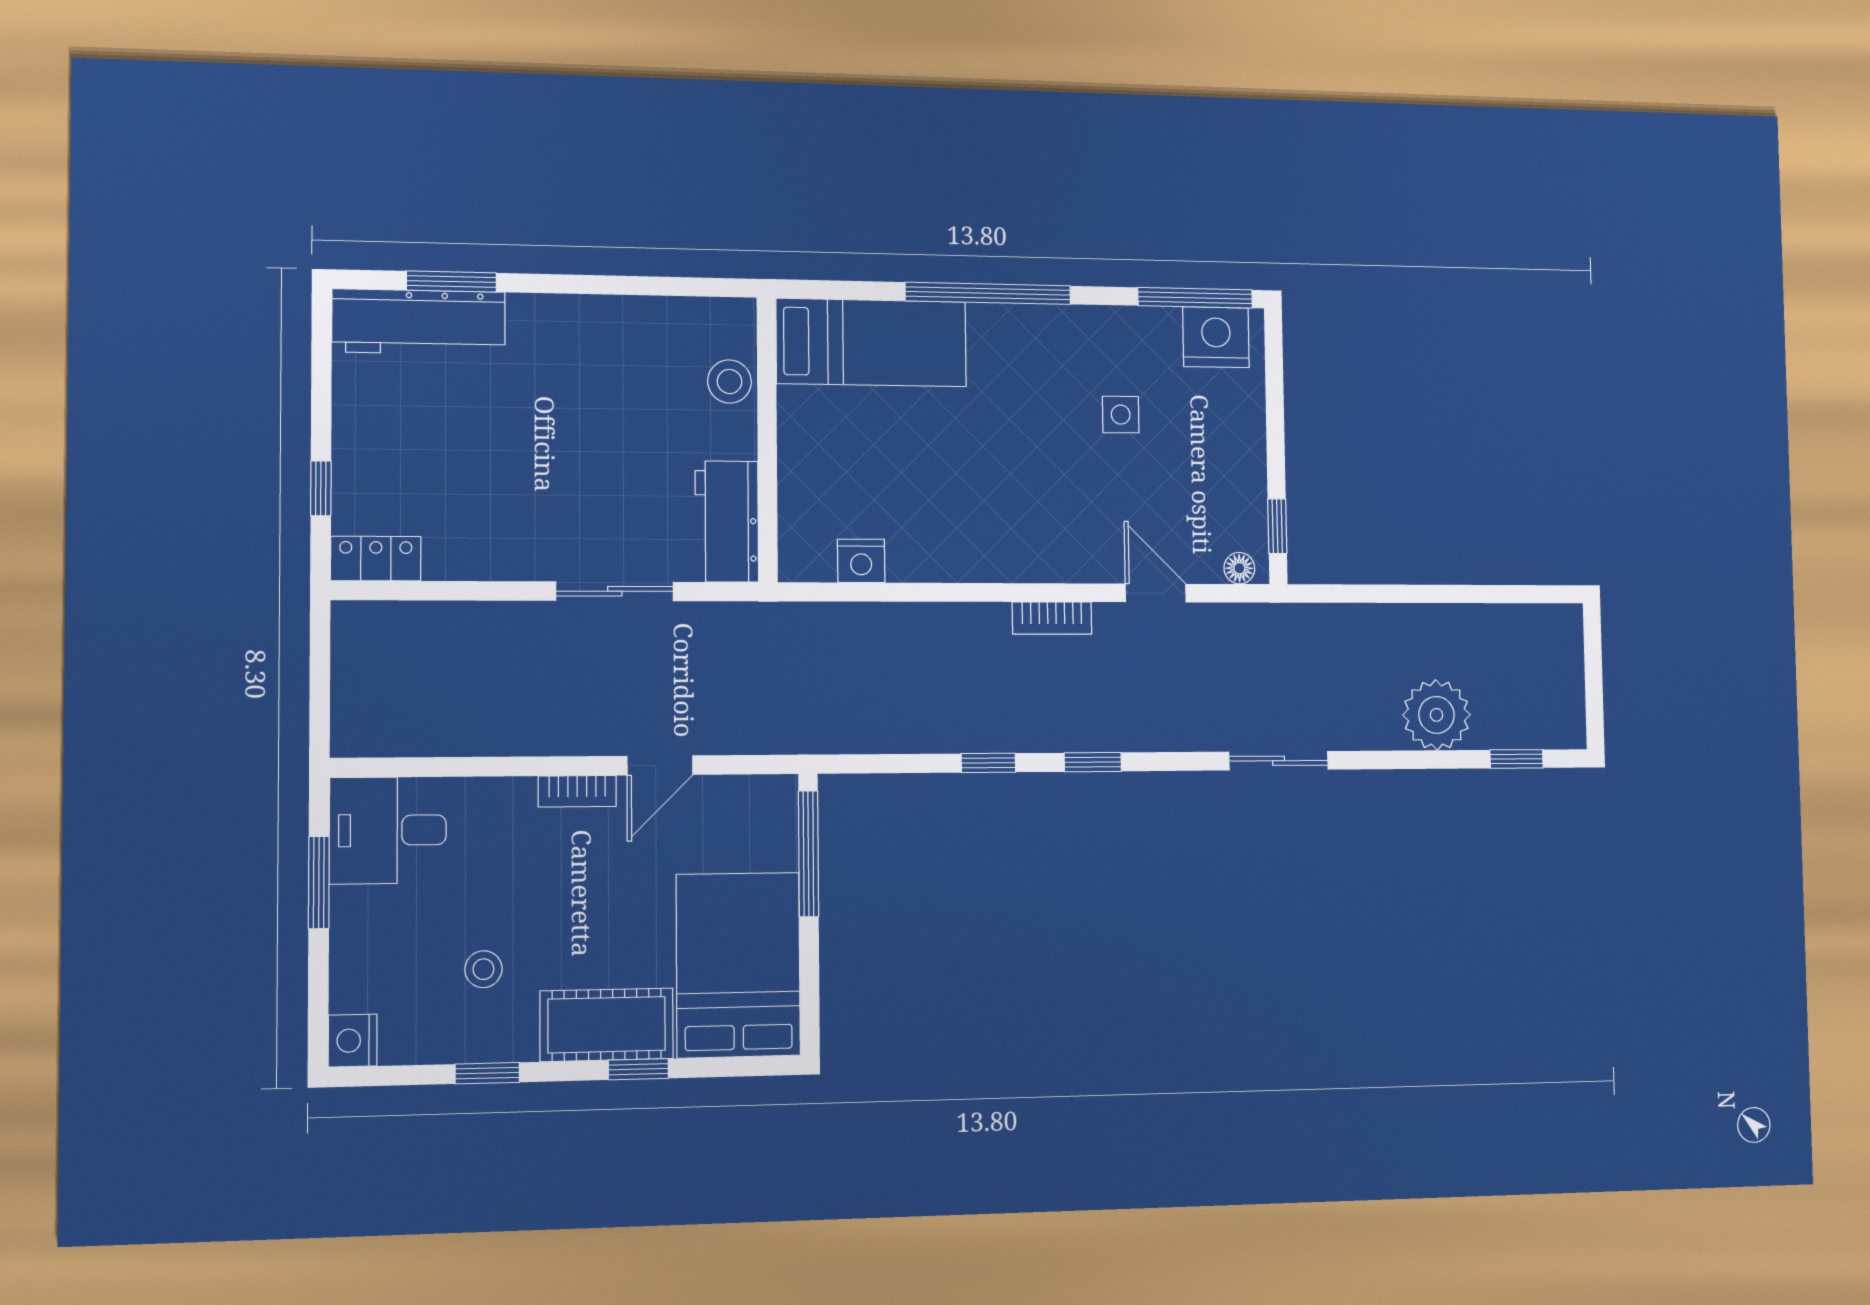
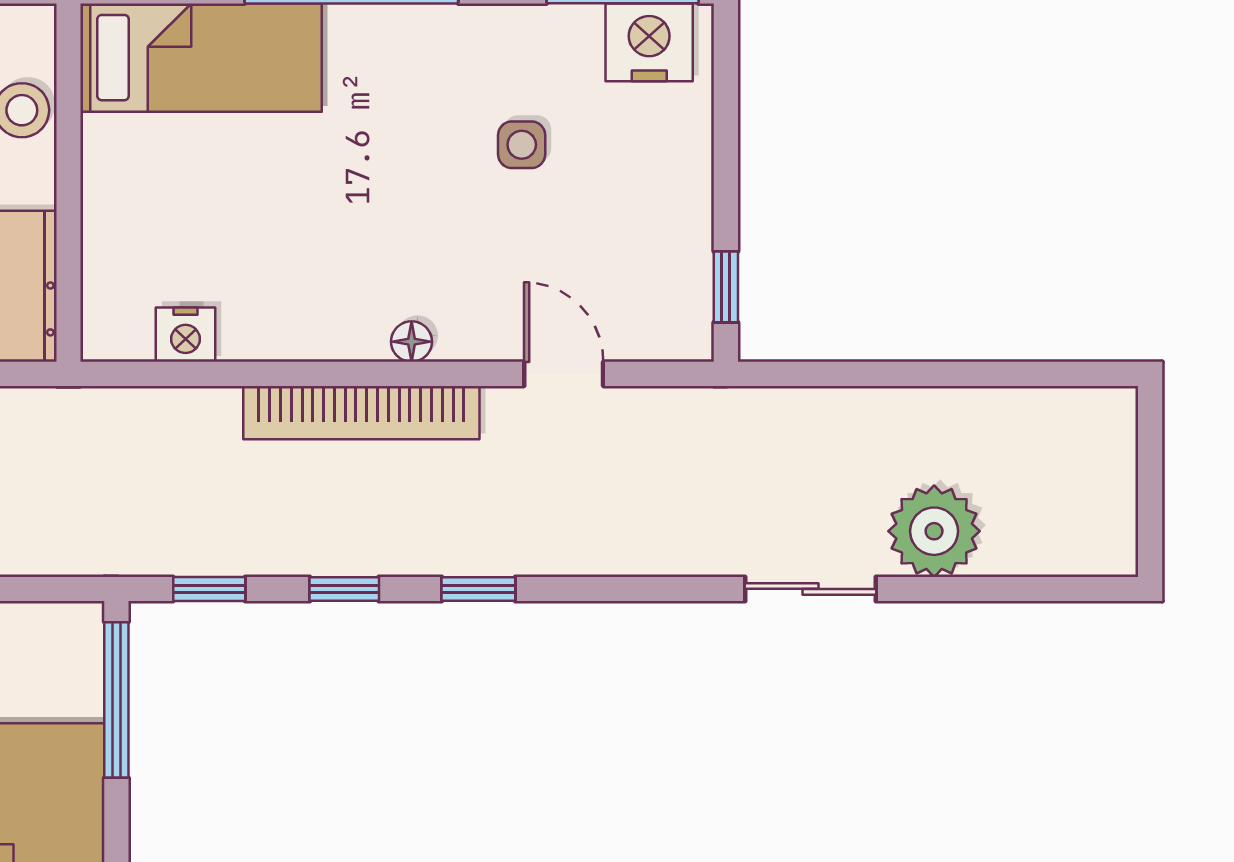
floor lamp: (1239, 568) -> (412, 342), moved
bookcase: (1052, 618) -> (361, 413), width x2.31, depth x1.31
window: (1517, 759) -> (209, 589), moved
sliding door: (1279, 761) -> (810, 589), moved

